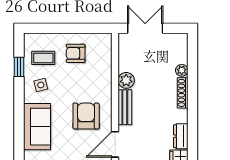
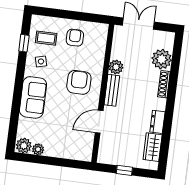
armchair: (76, 53) -> (75, 38), turned 90
plant: (182, 70) -> (162, 59), width x1.88, depth x1.88
armchair: (86, 116) -> (79, 82), moved

